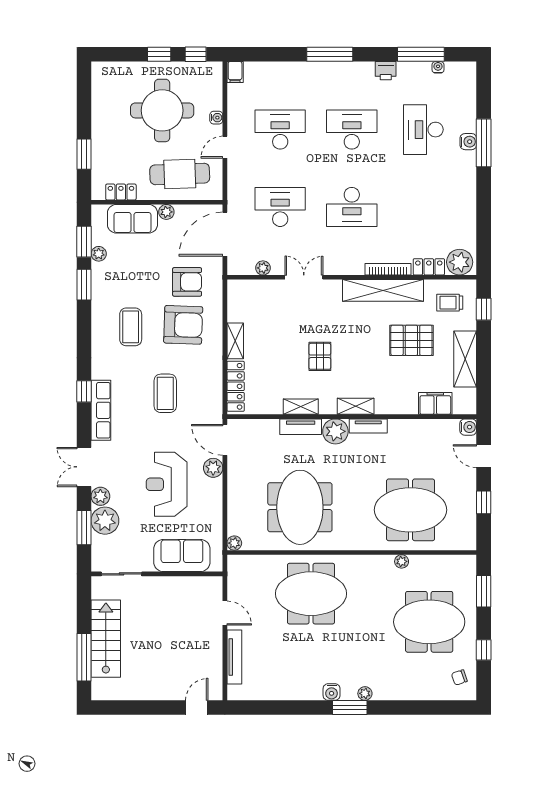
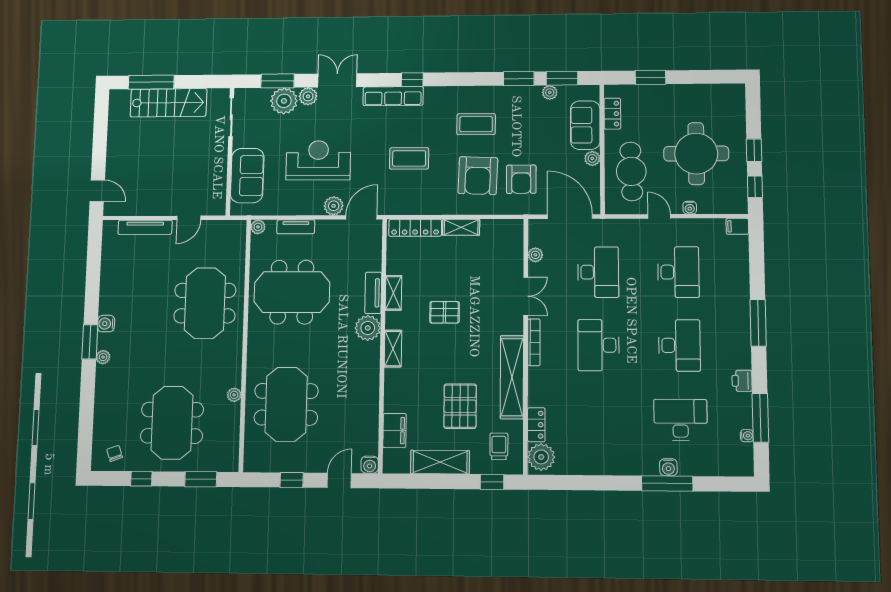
bookcase: (388, 269) -> (534, 342), moved
tv unit: (368, 426) -> (296, 227), moved, turned -90

